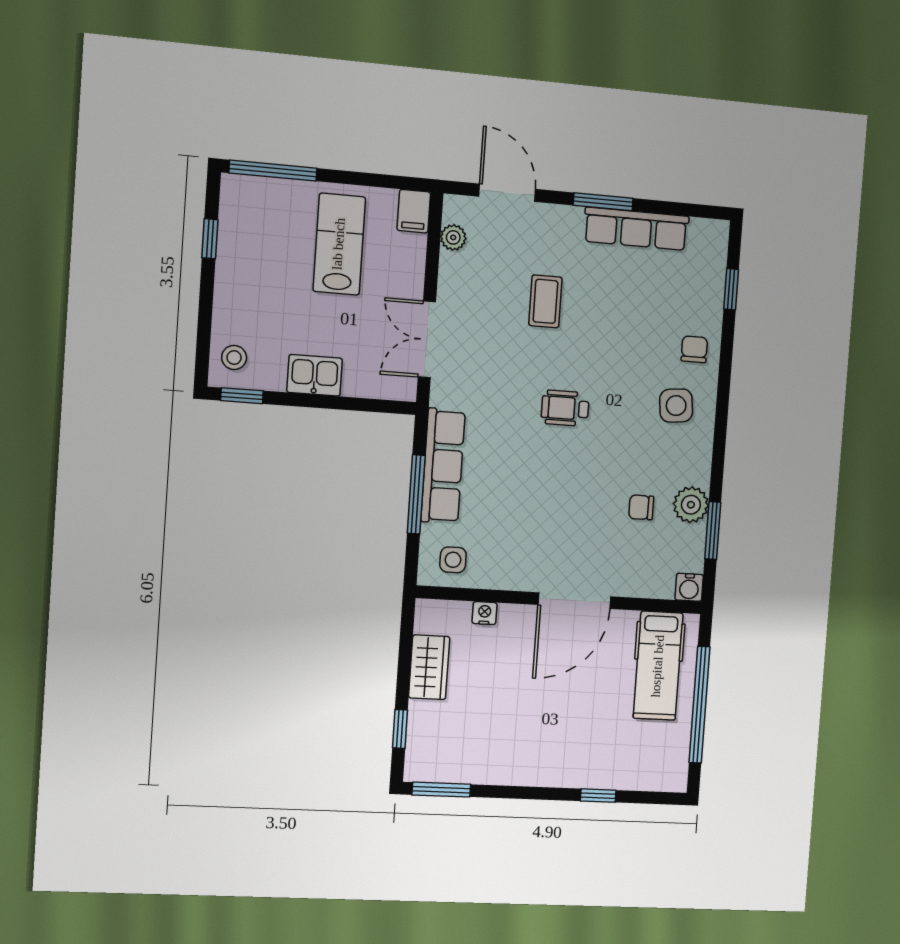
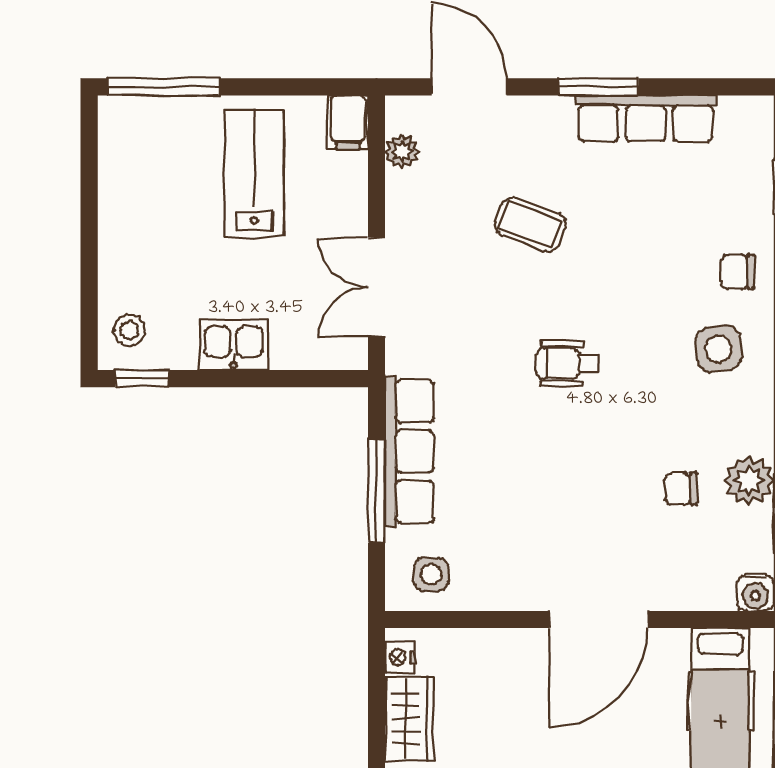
window: (210, 239) -> (89, 181), removed
coffee table: (545, 301) -> (530, 225), turned -70
chair: (694, 349) -> (738, 272), turned -90
nightstand: (485, 613) -> (400, 657), moved, turned -90

